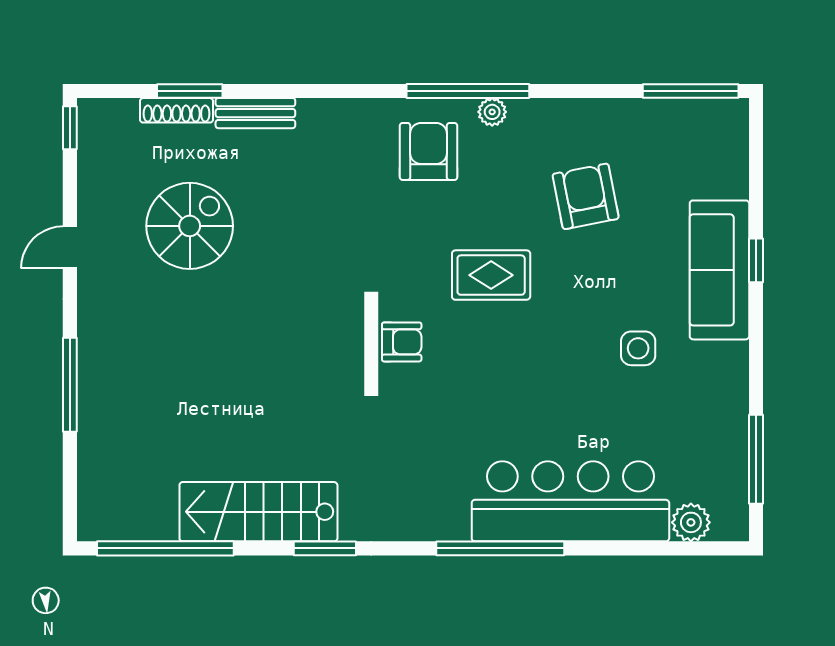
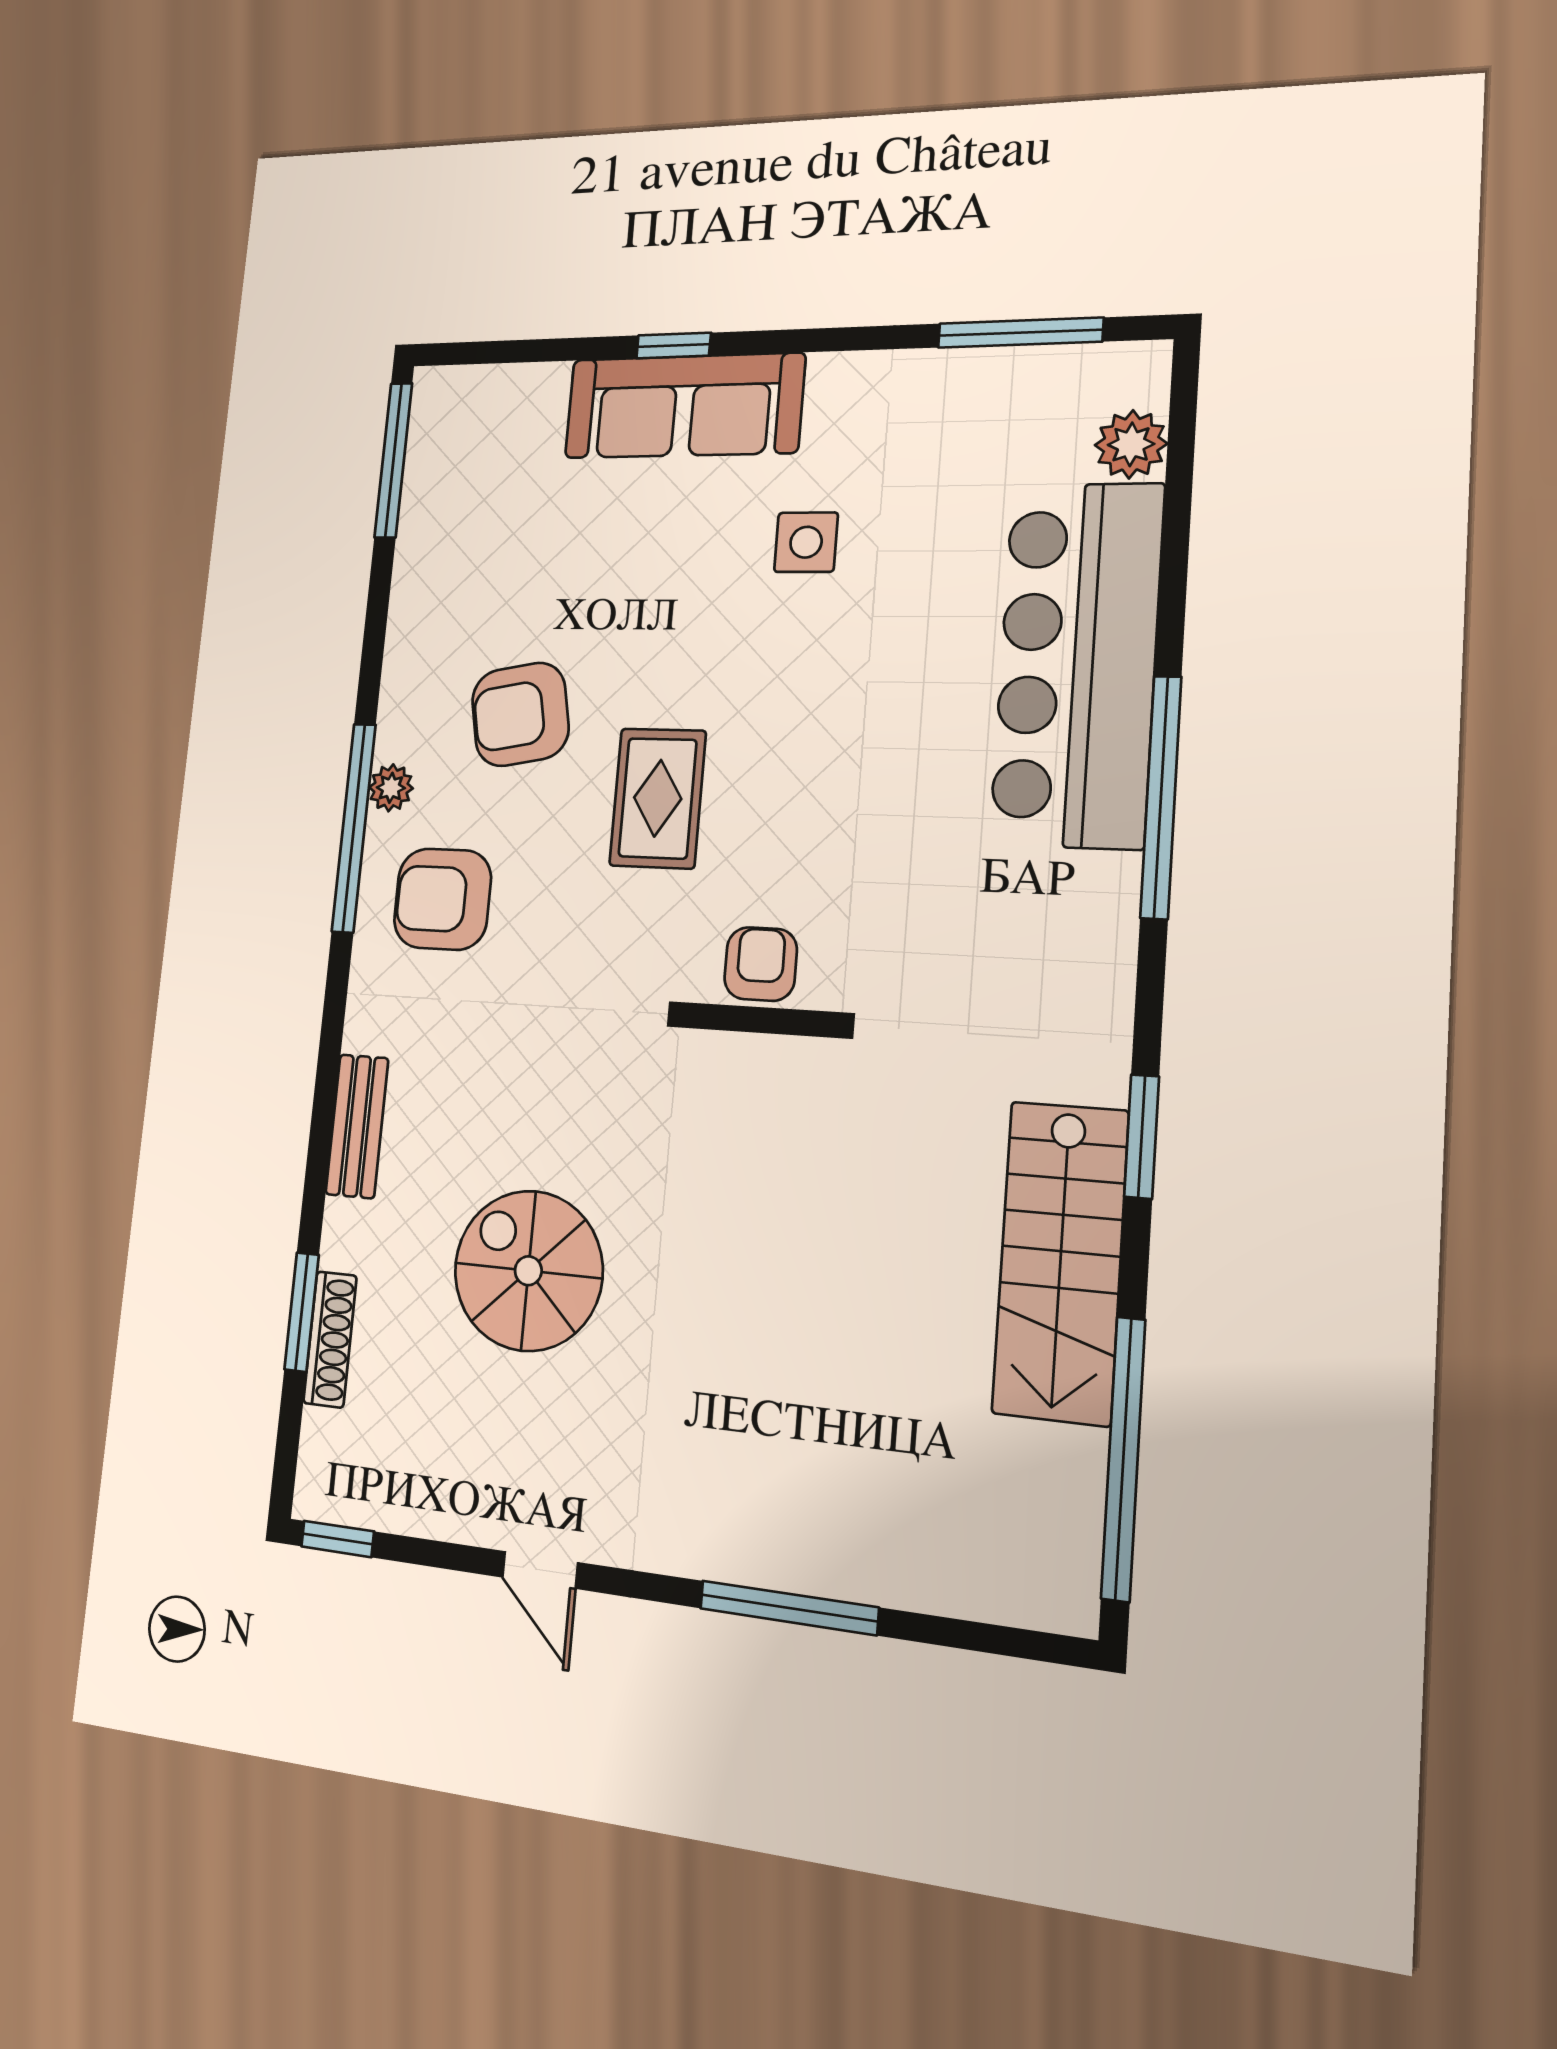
bench: (255, 113) -> (357, 1126), moved
armchair: (586, 196) -> (520, 714), moved
spiral stairs: (190, 226) -> (528, 1271), moved

